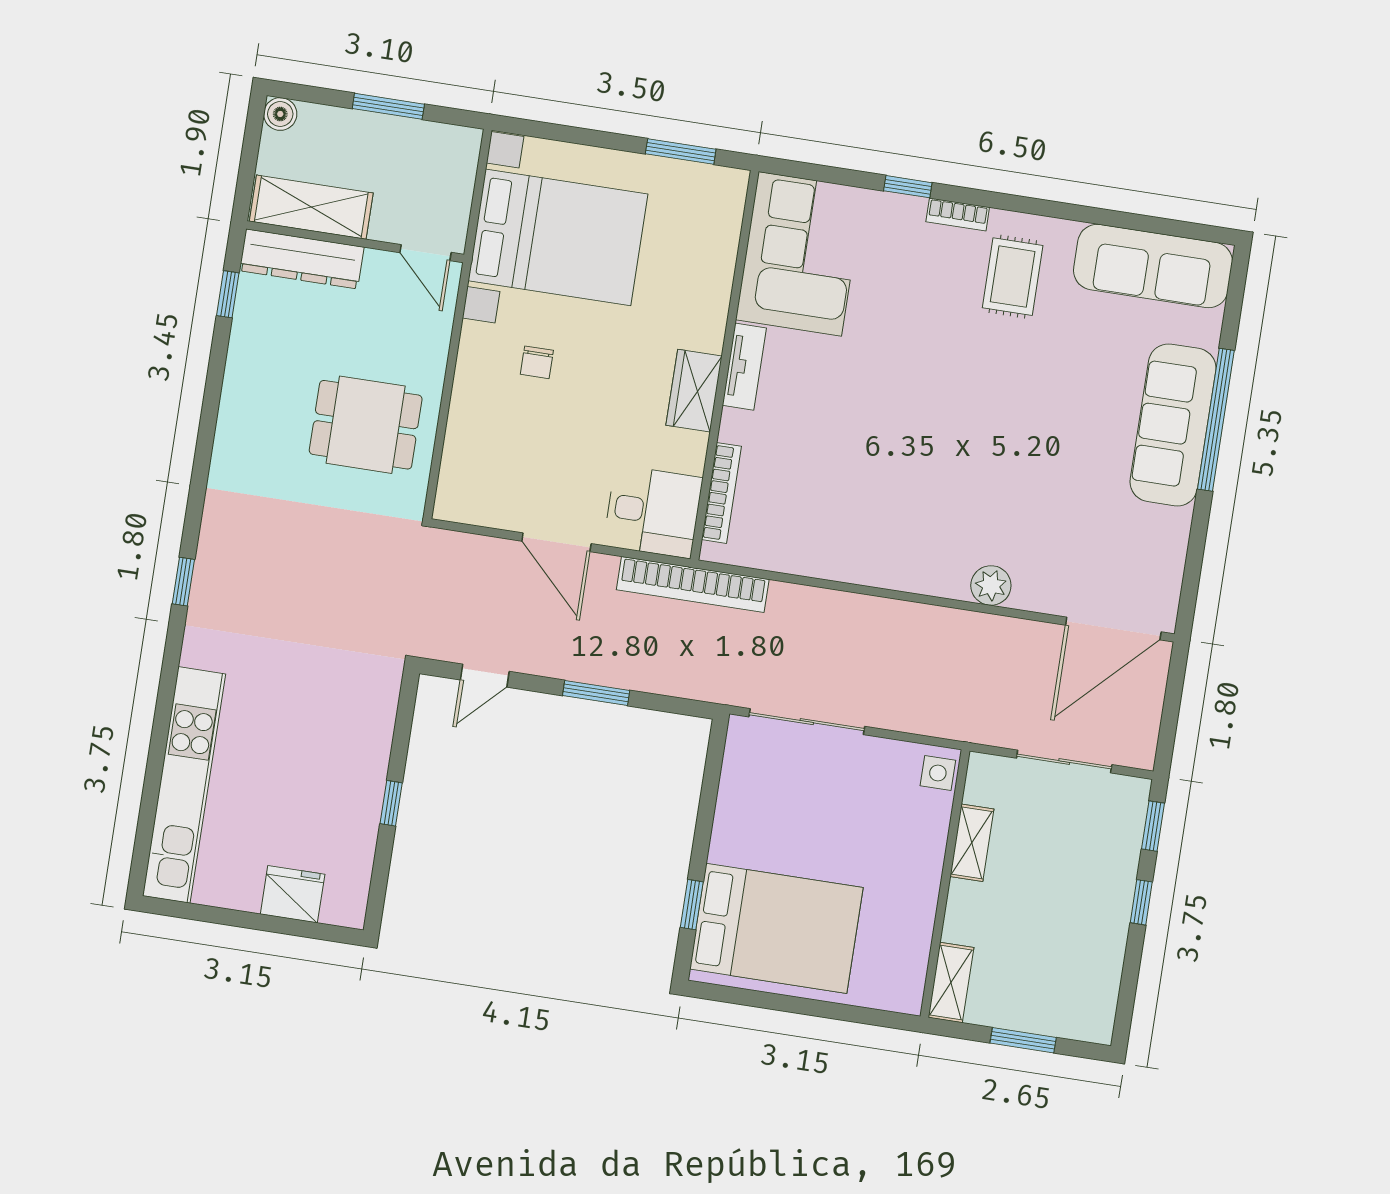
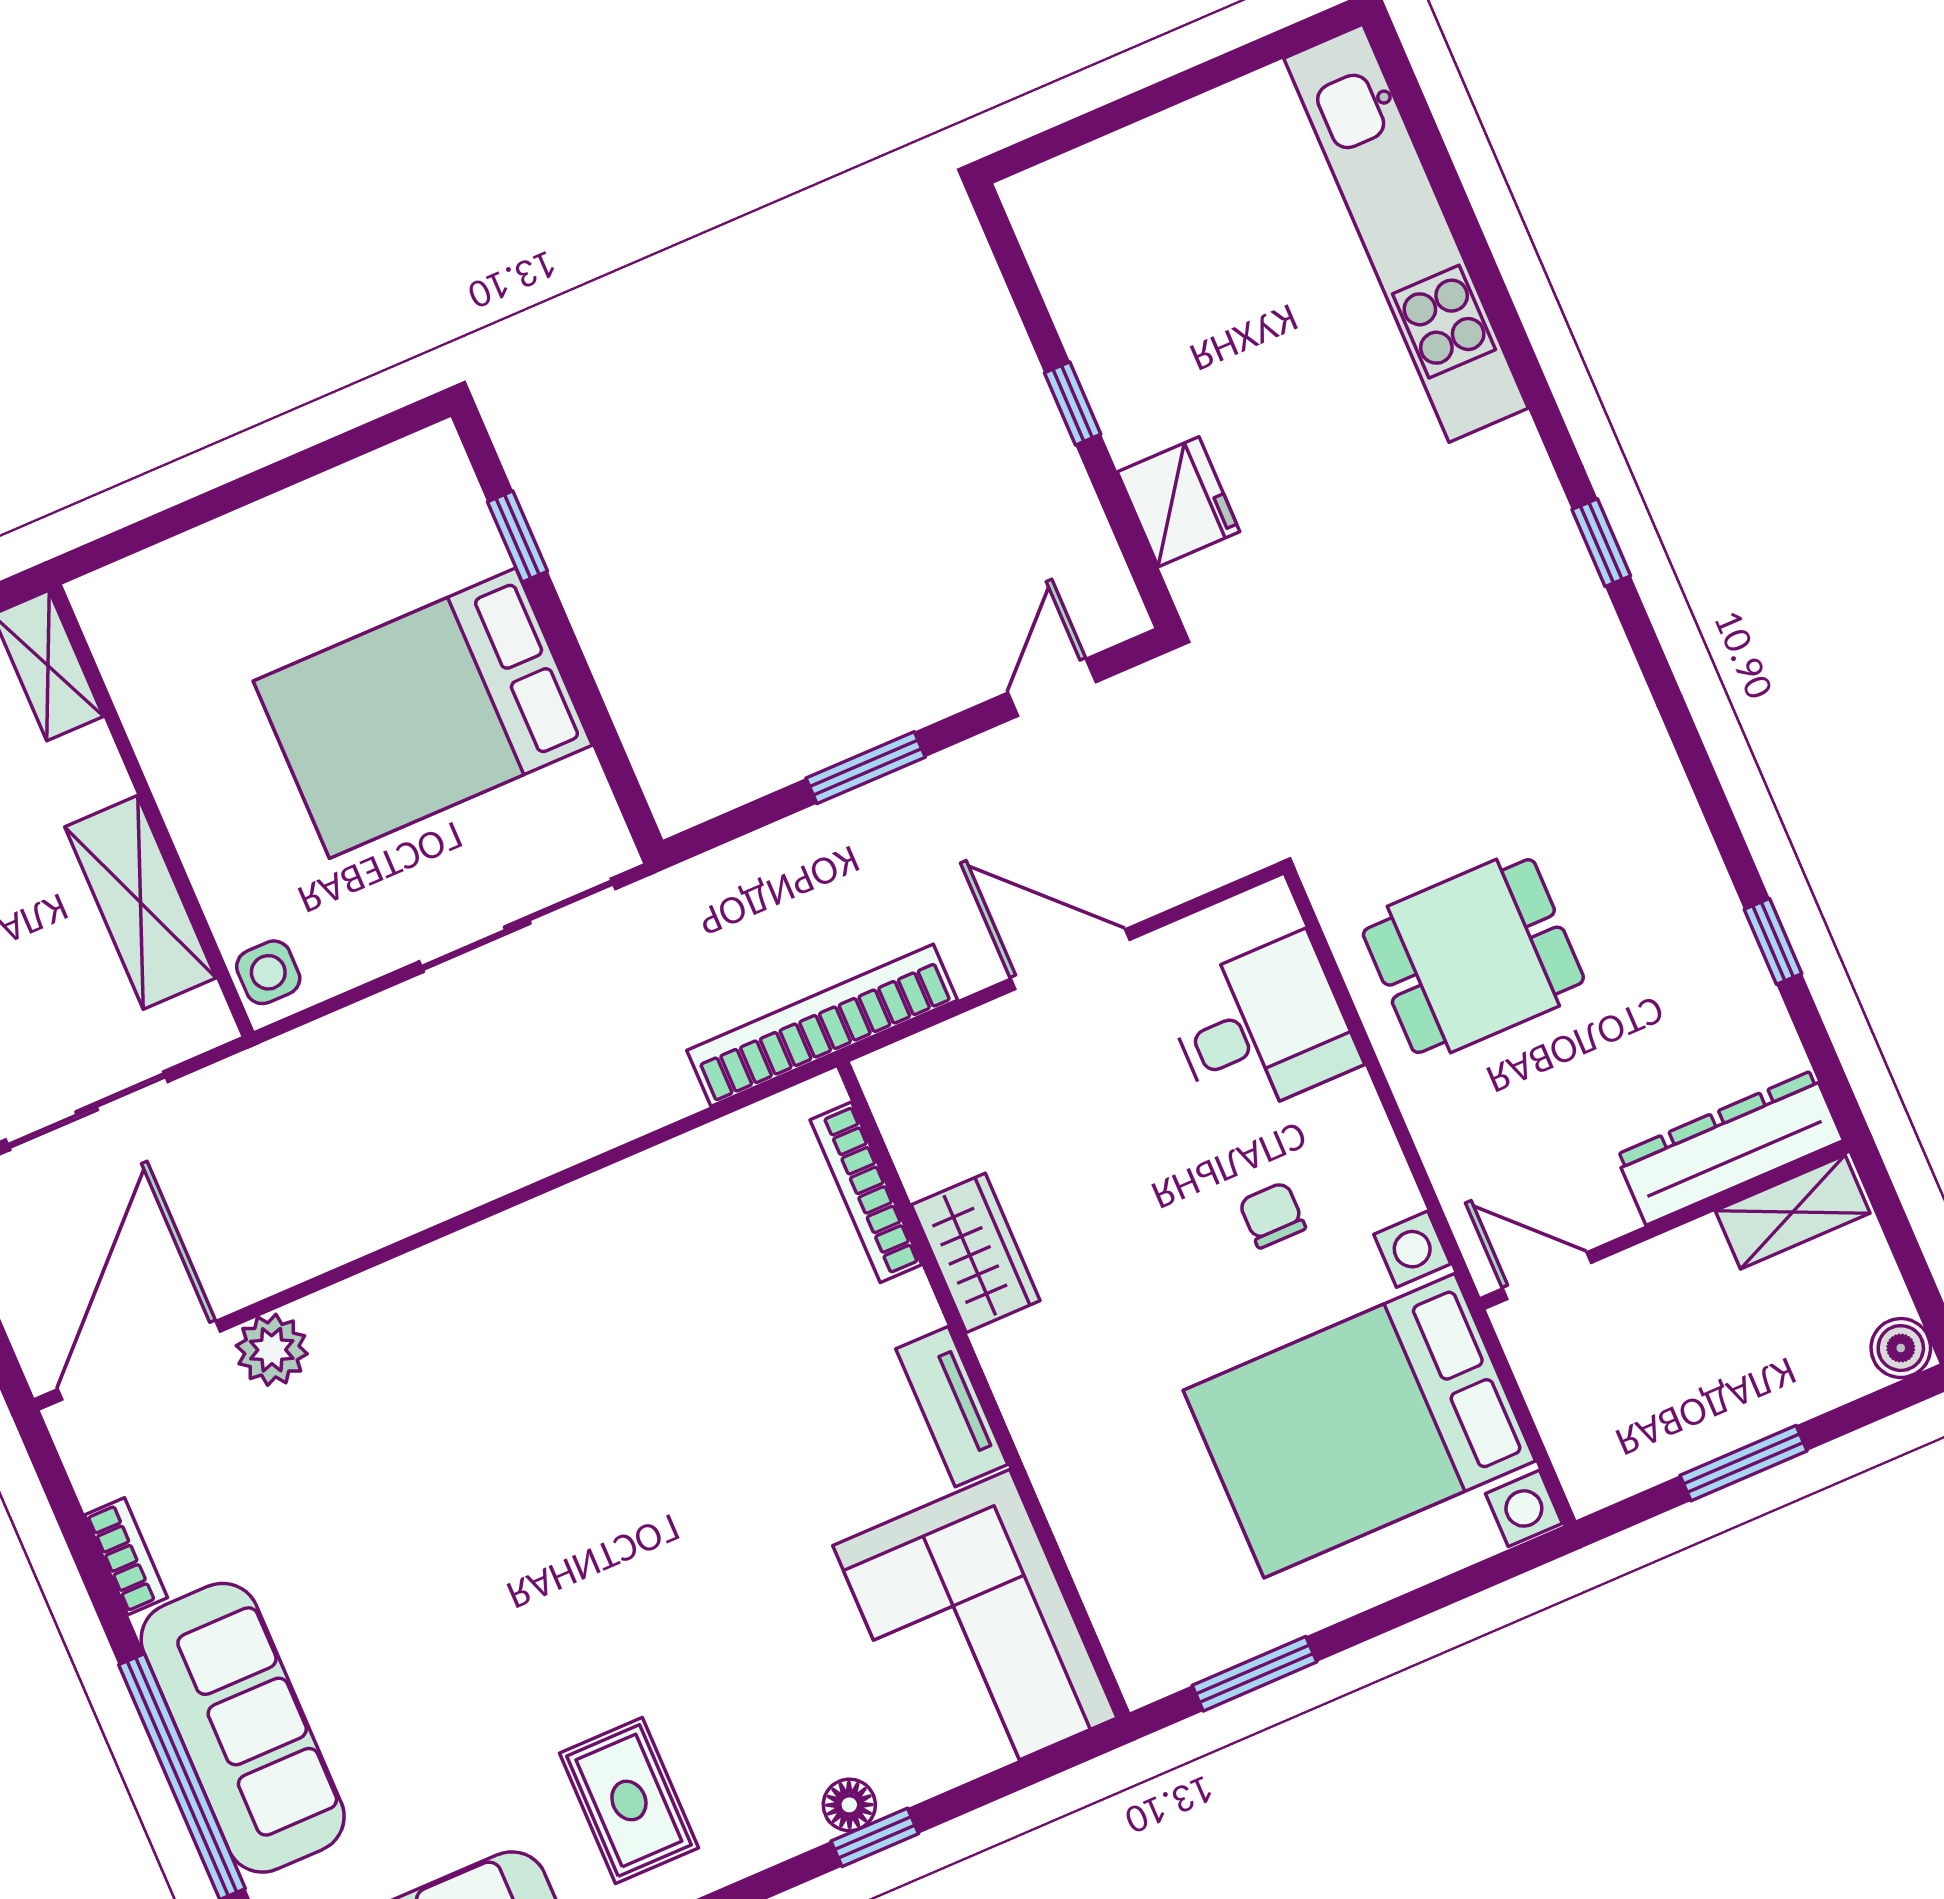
shelving: (311, 207) -> (1793, 1212), width x0.67, depth x0.75
floor lamp: (910, 209) -> (849, 1805), added
bookcase: (958, 214) -> (126, 1556), moved, turned 90
window: (228, 294) -> (1773, 941), moved
wardrobe: (694, 391) -> (976, 1253), moved
desk: (653, 512) -> (1262, 1028), moved, turned 180
plant: (991, 585) -> (272, 1350), moved
shelving: (972, 843) -> (140, 902), width x1.50, depth x1.33
fridge: (293, 894) -> (1179, 502), moved, turned -90
bed: (776, 928) -> (423, 713), moved

